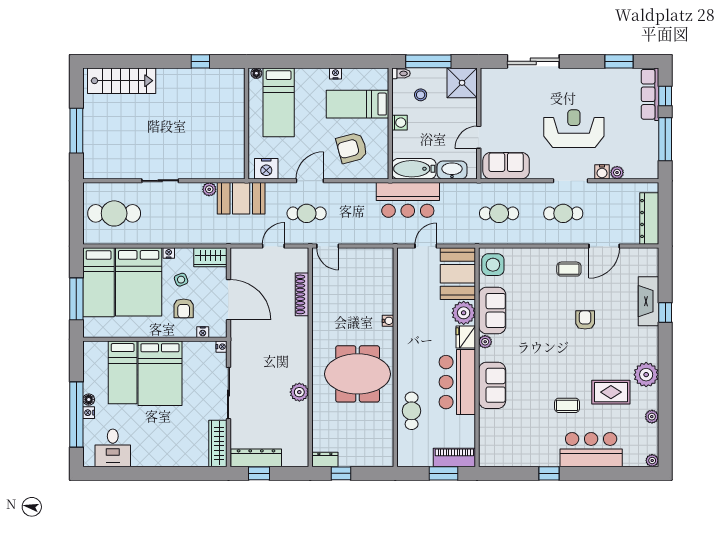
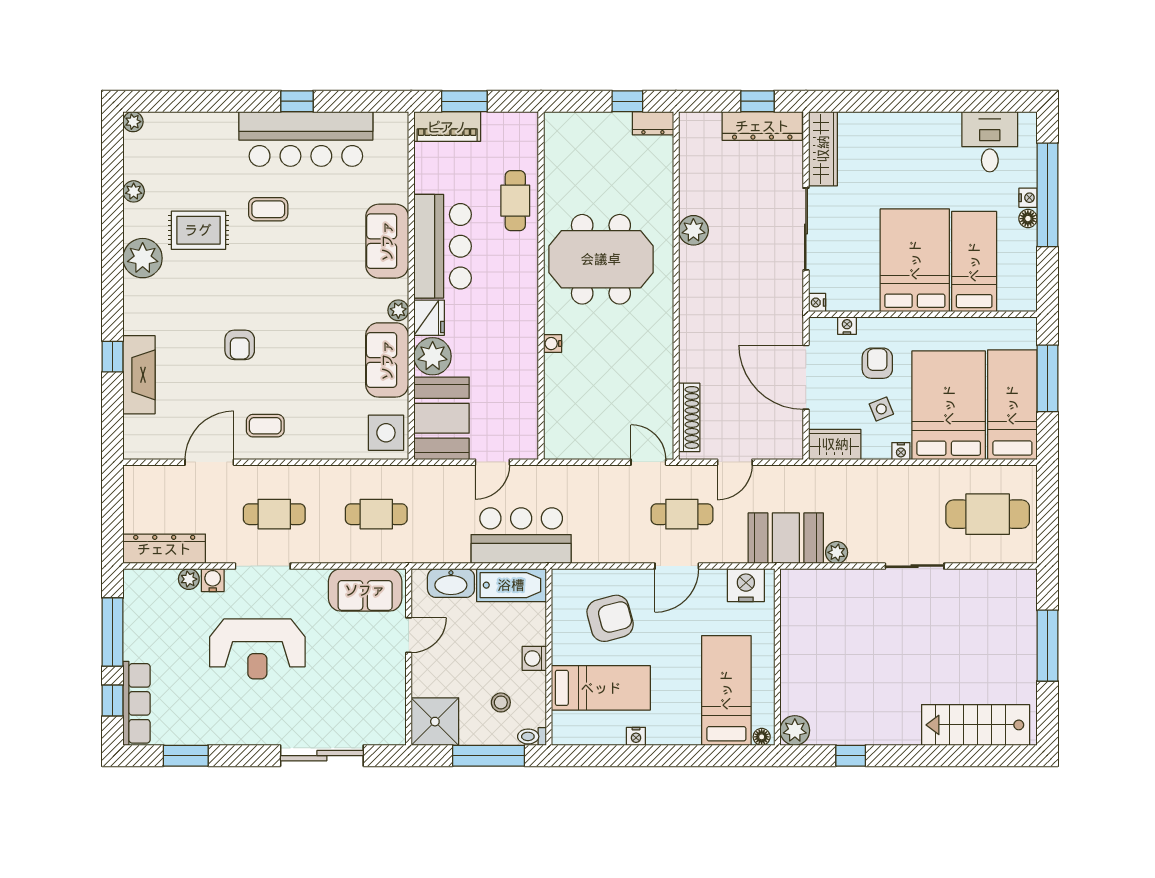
plant: (235, 77) -> (795, 730), added
dresser: (649, 218) -> (164, 549), moved, turned -90
shoe rack: (302, 294) -> (689, 417), moved
bar counter: (591, 450) -> (306, 139), moved, width x1.36

